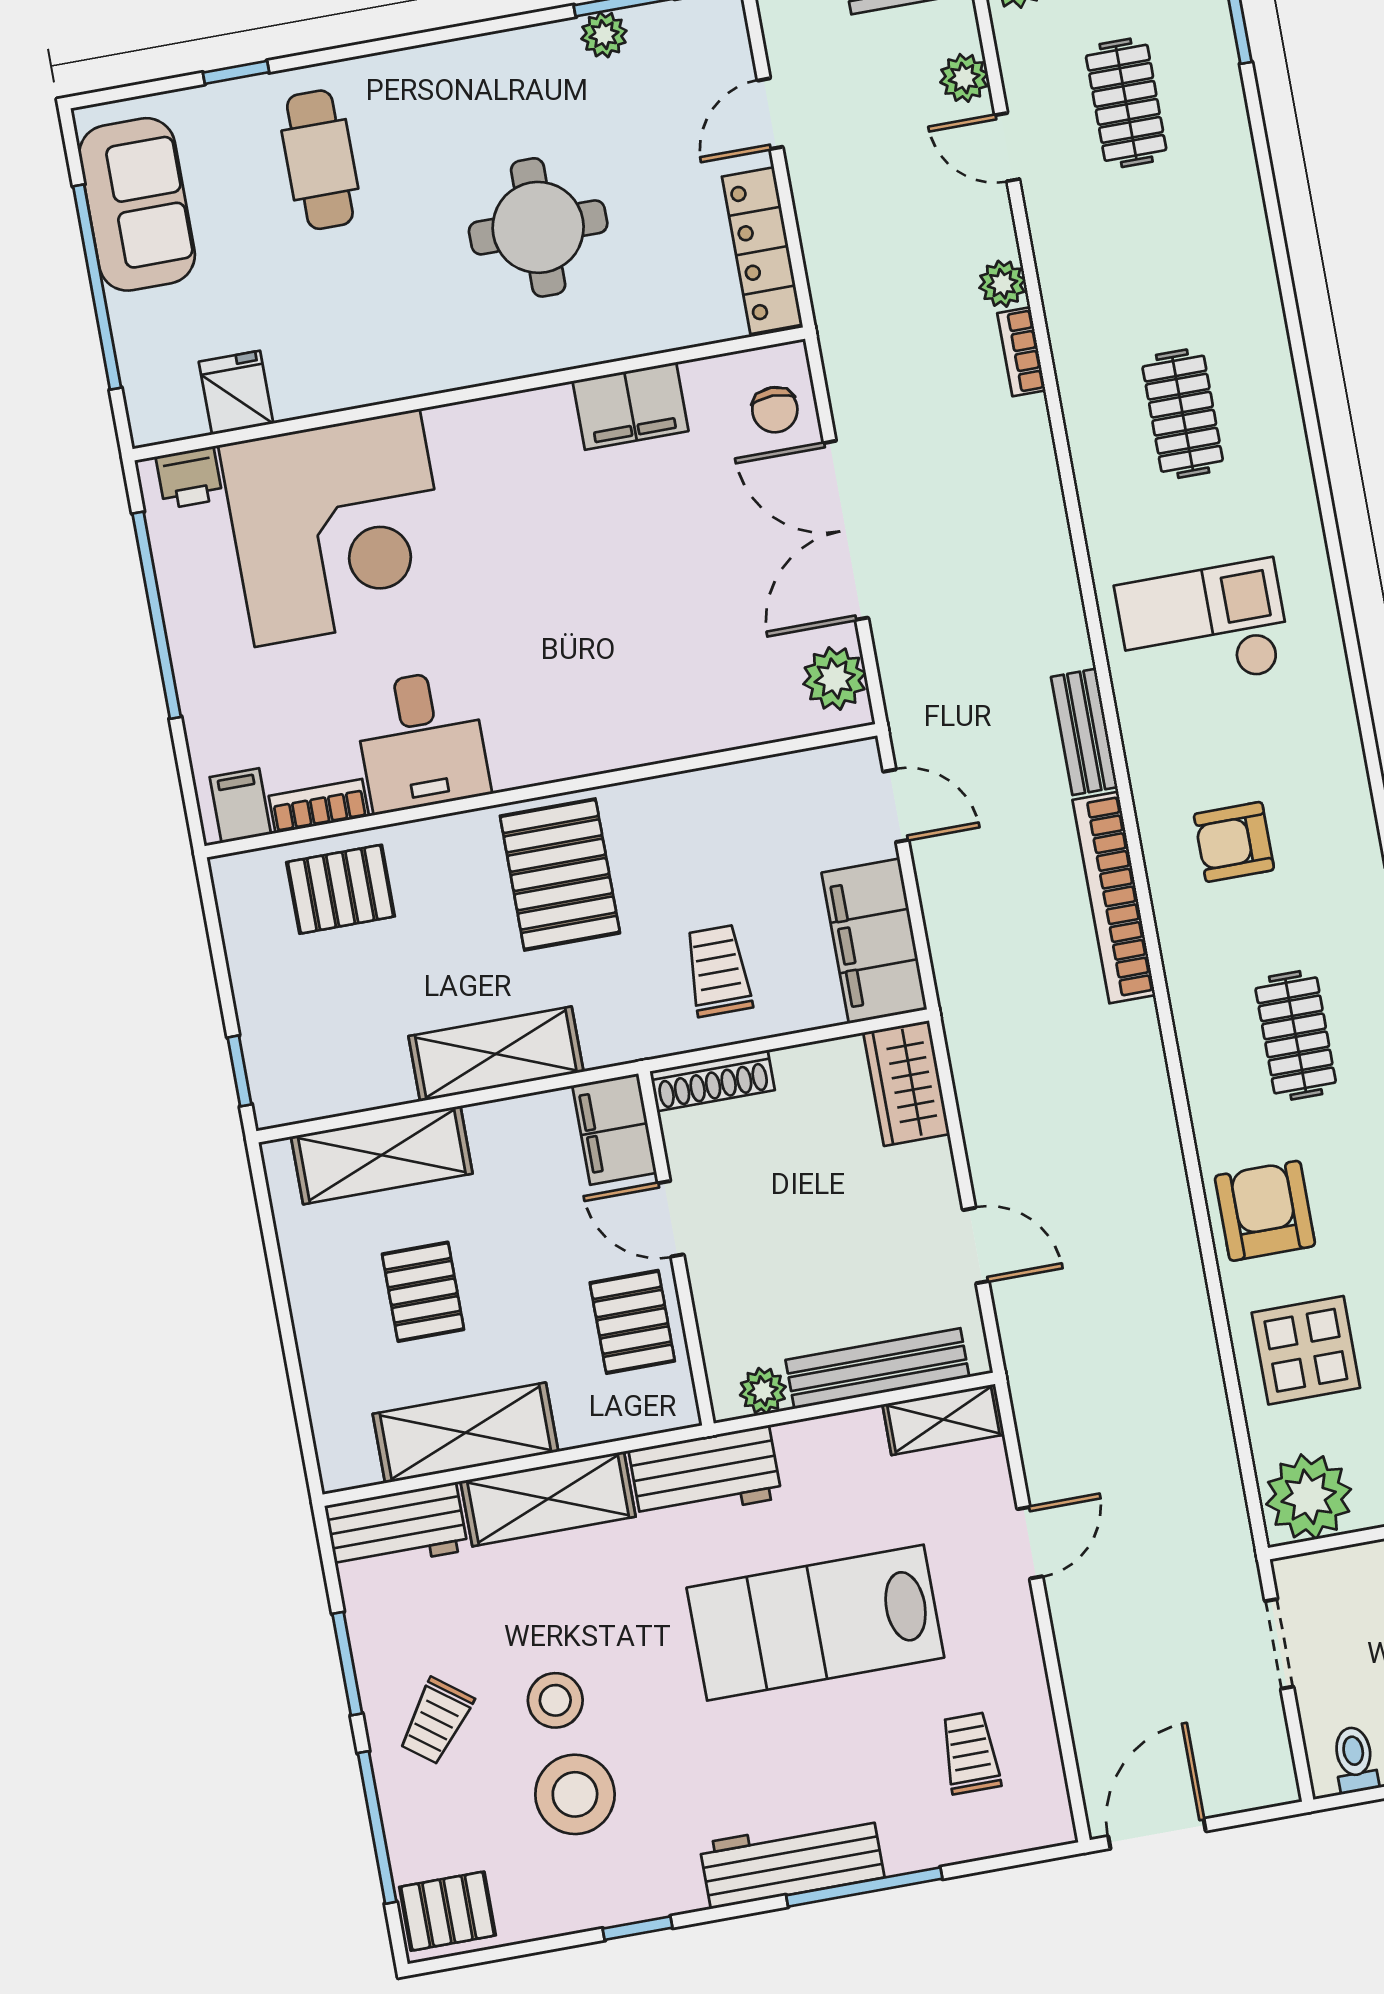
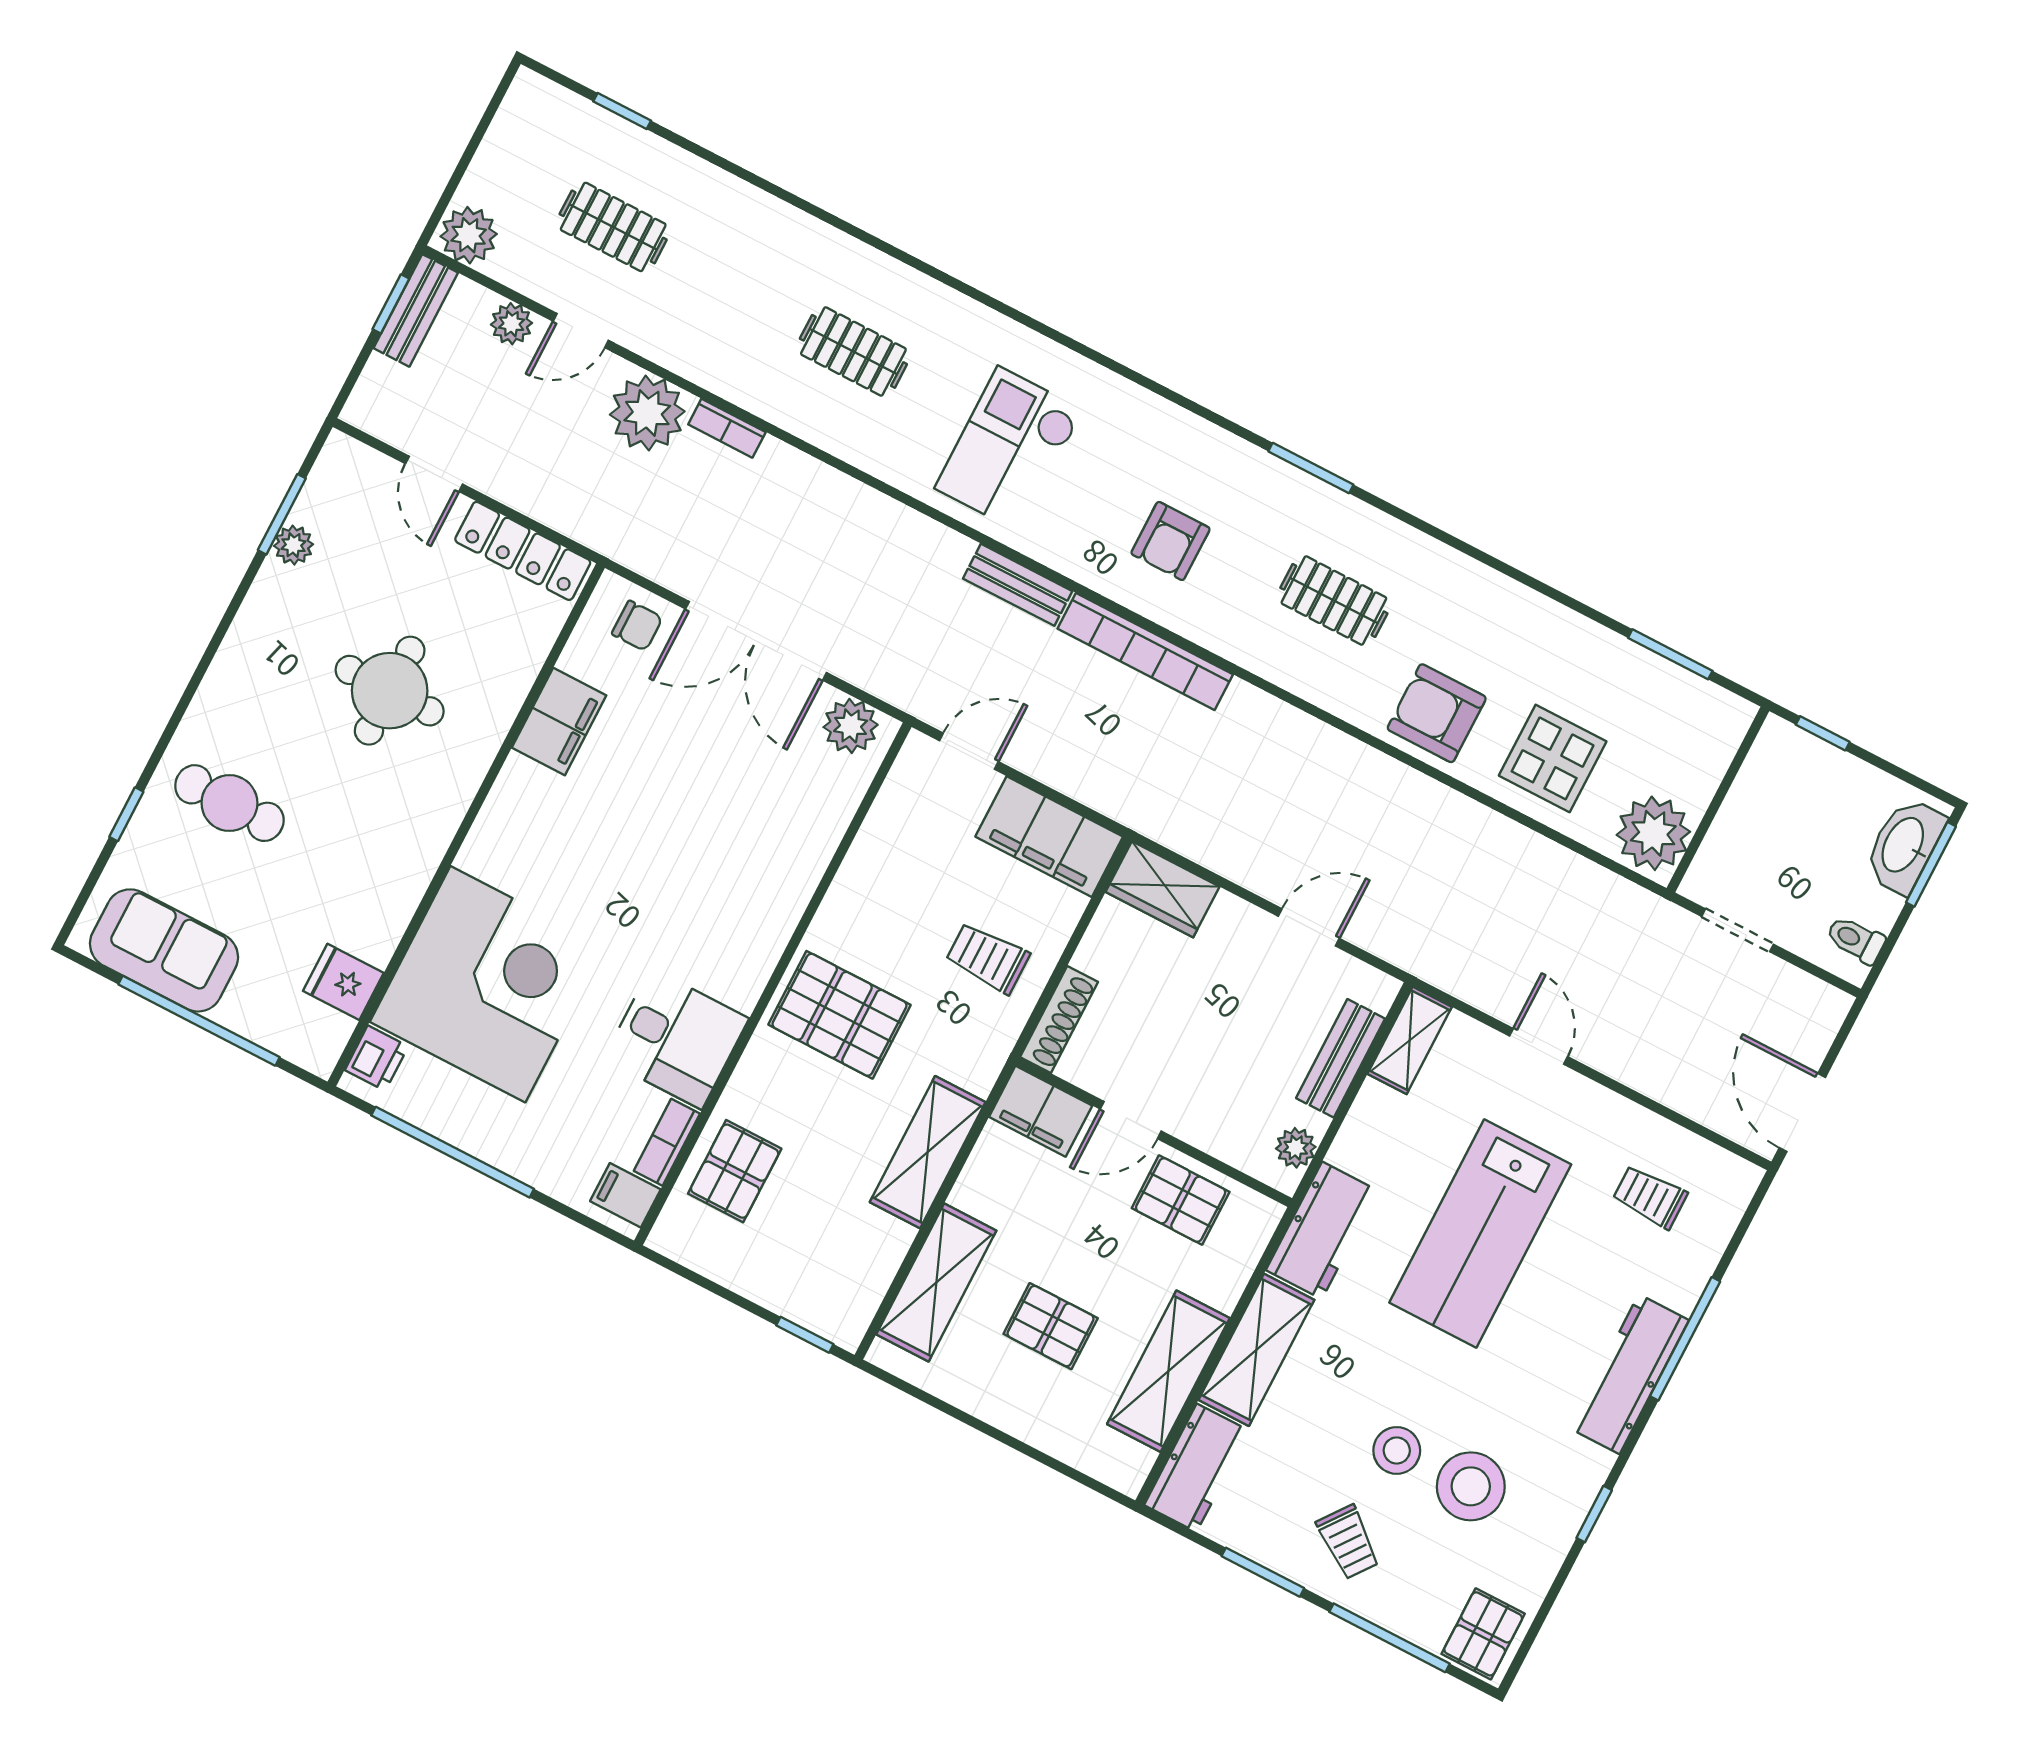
plant: (1002, 284) -> (647, 413), width x1.88, depth x1.88
bench: (877, 1368) -> (1341, 1058), width x0.73

